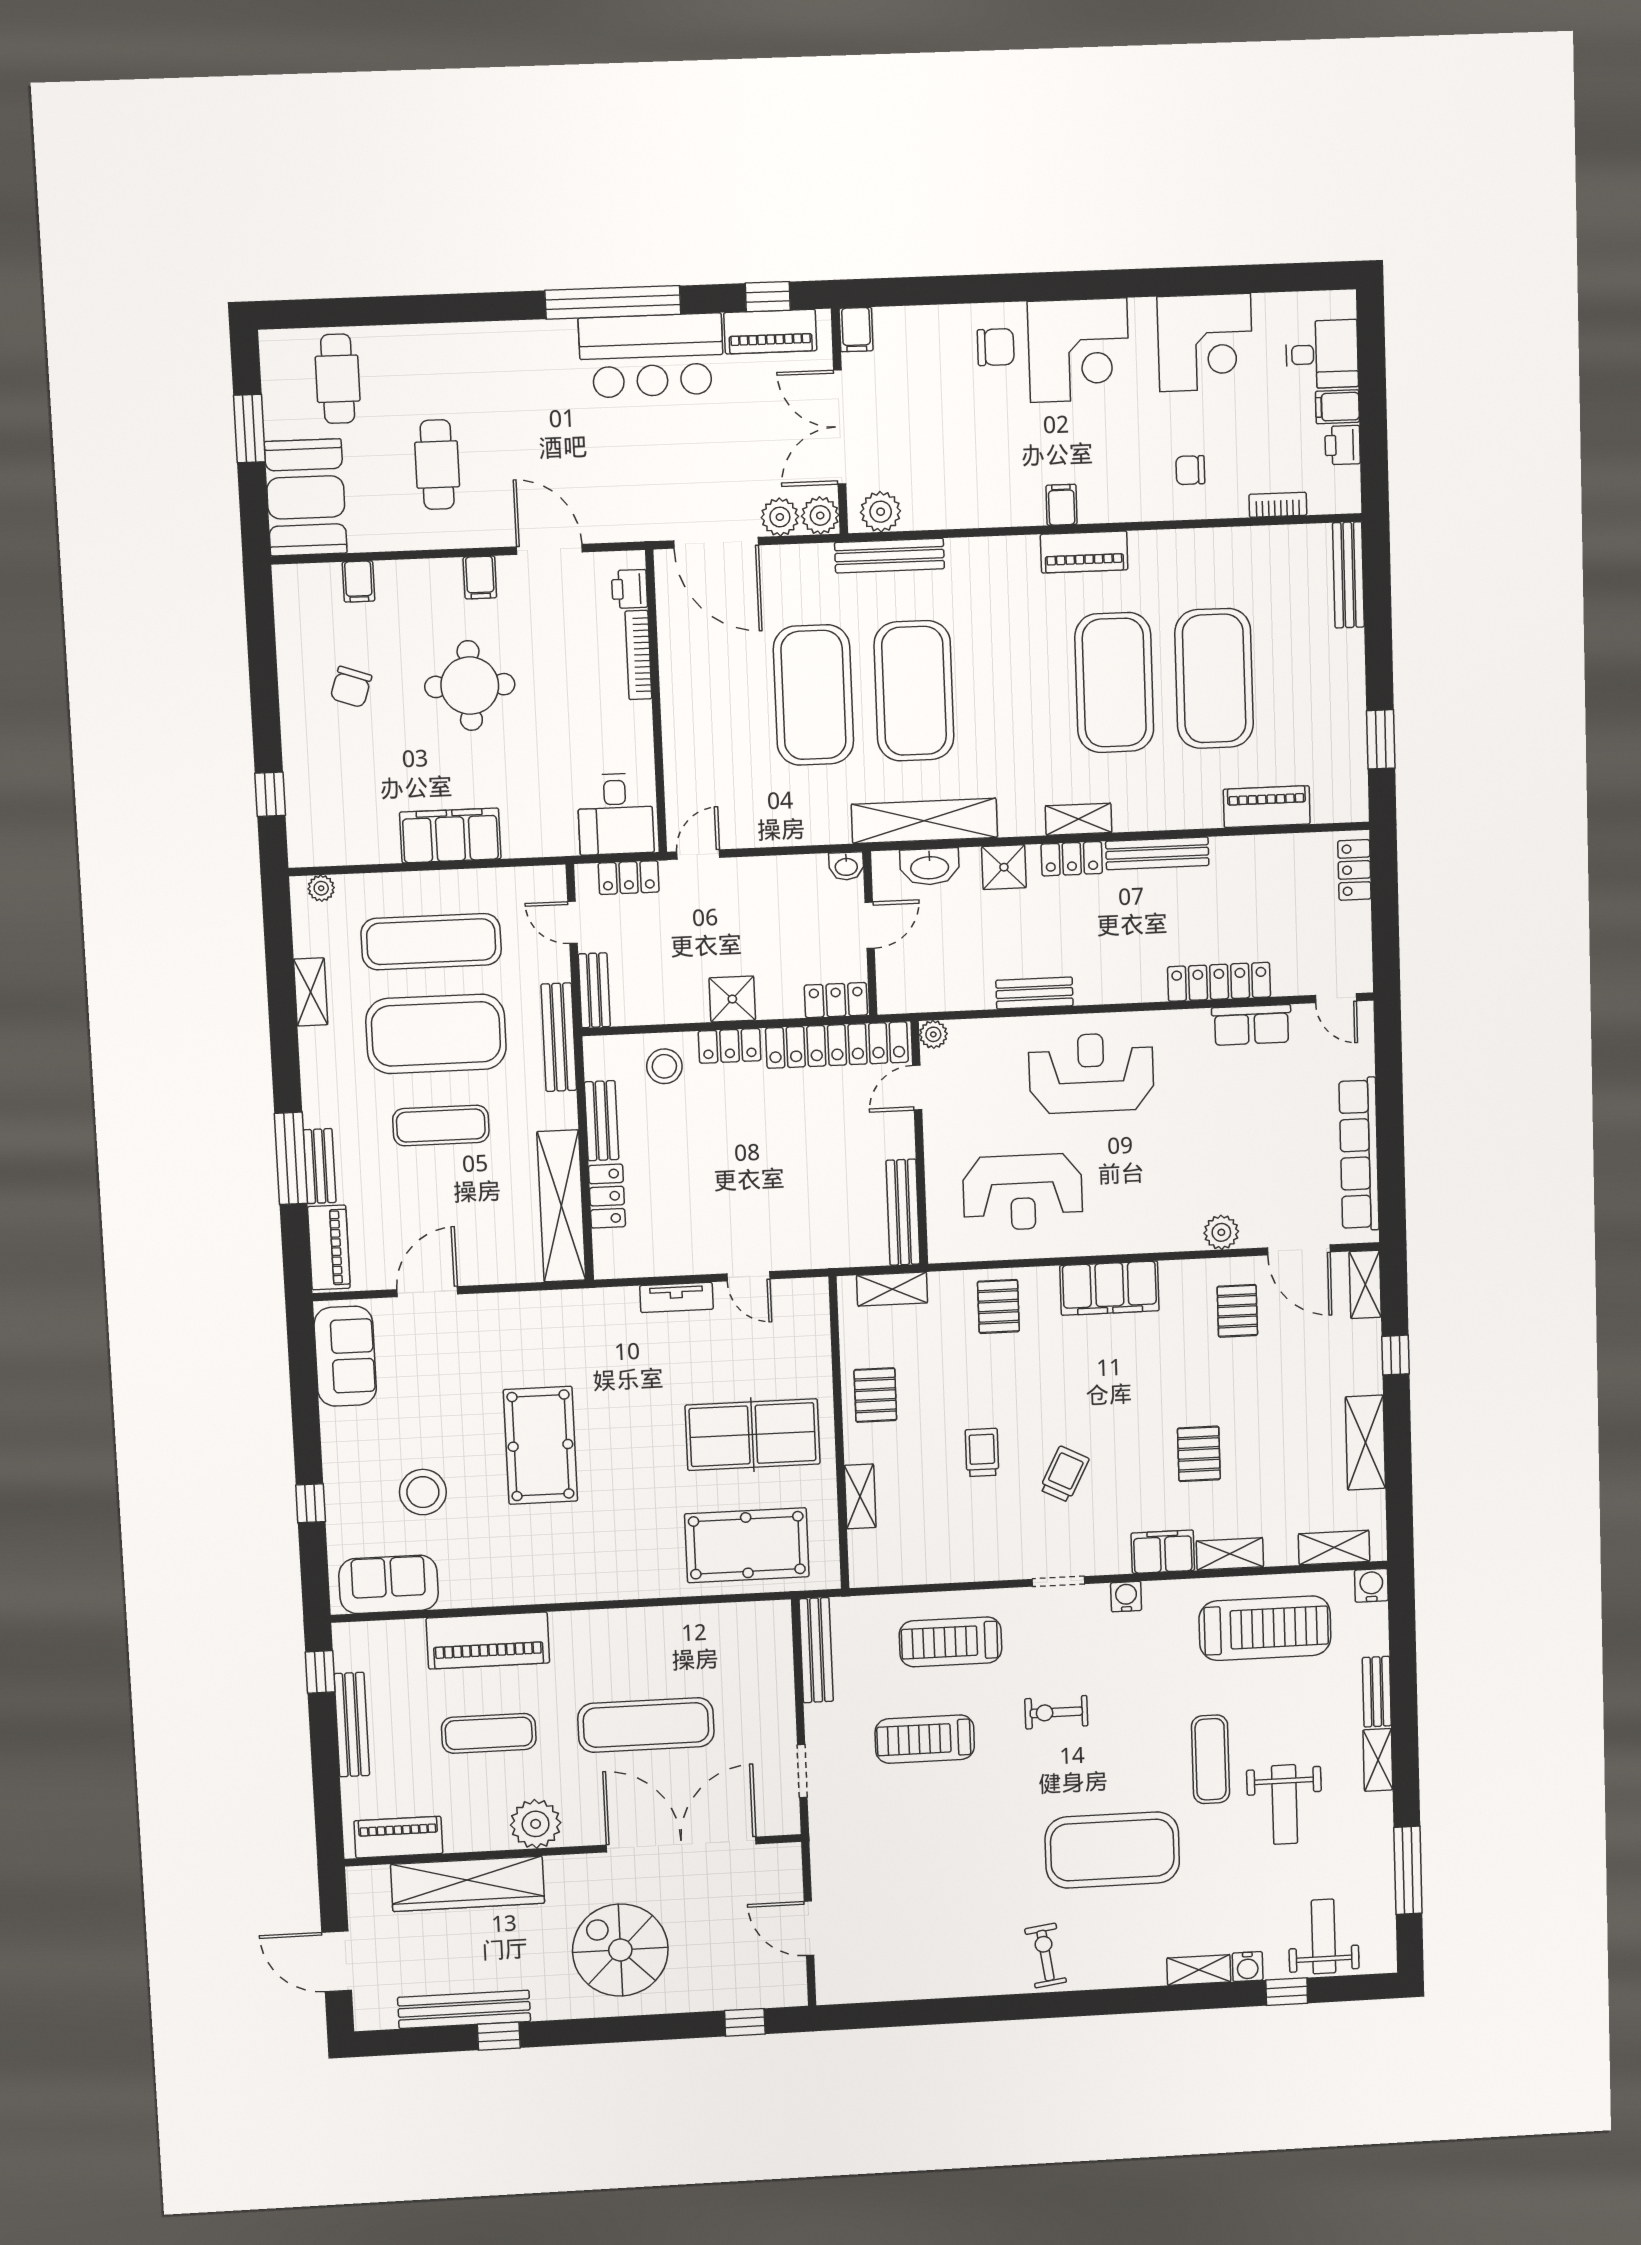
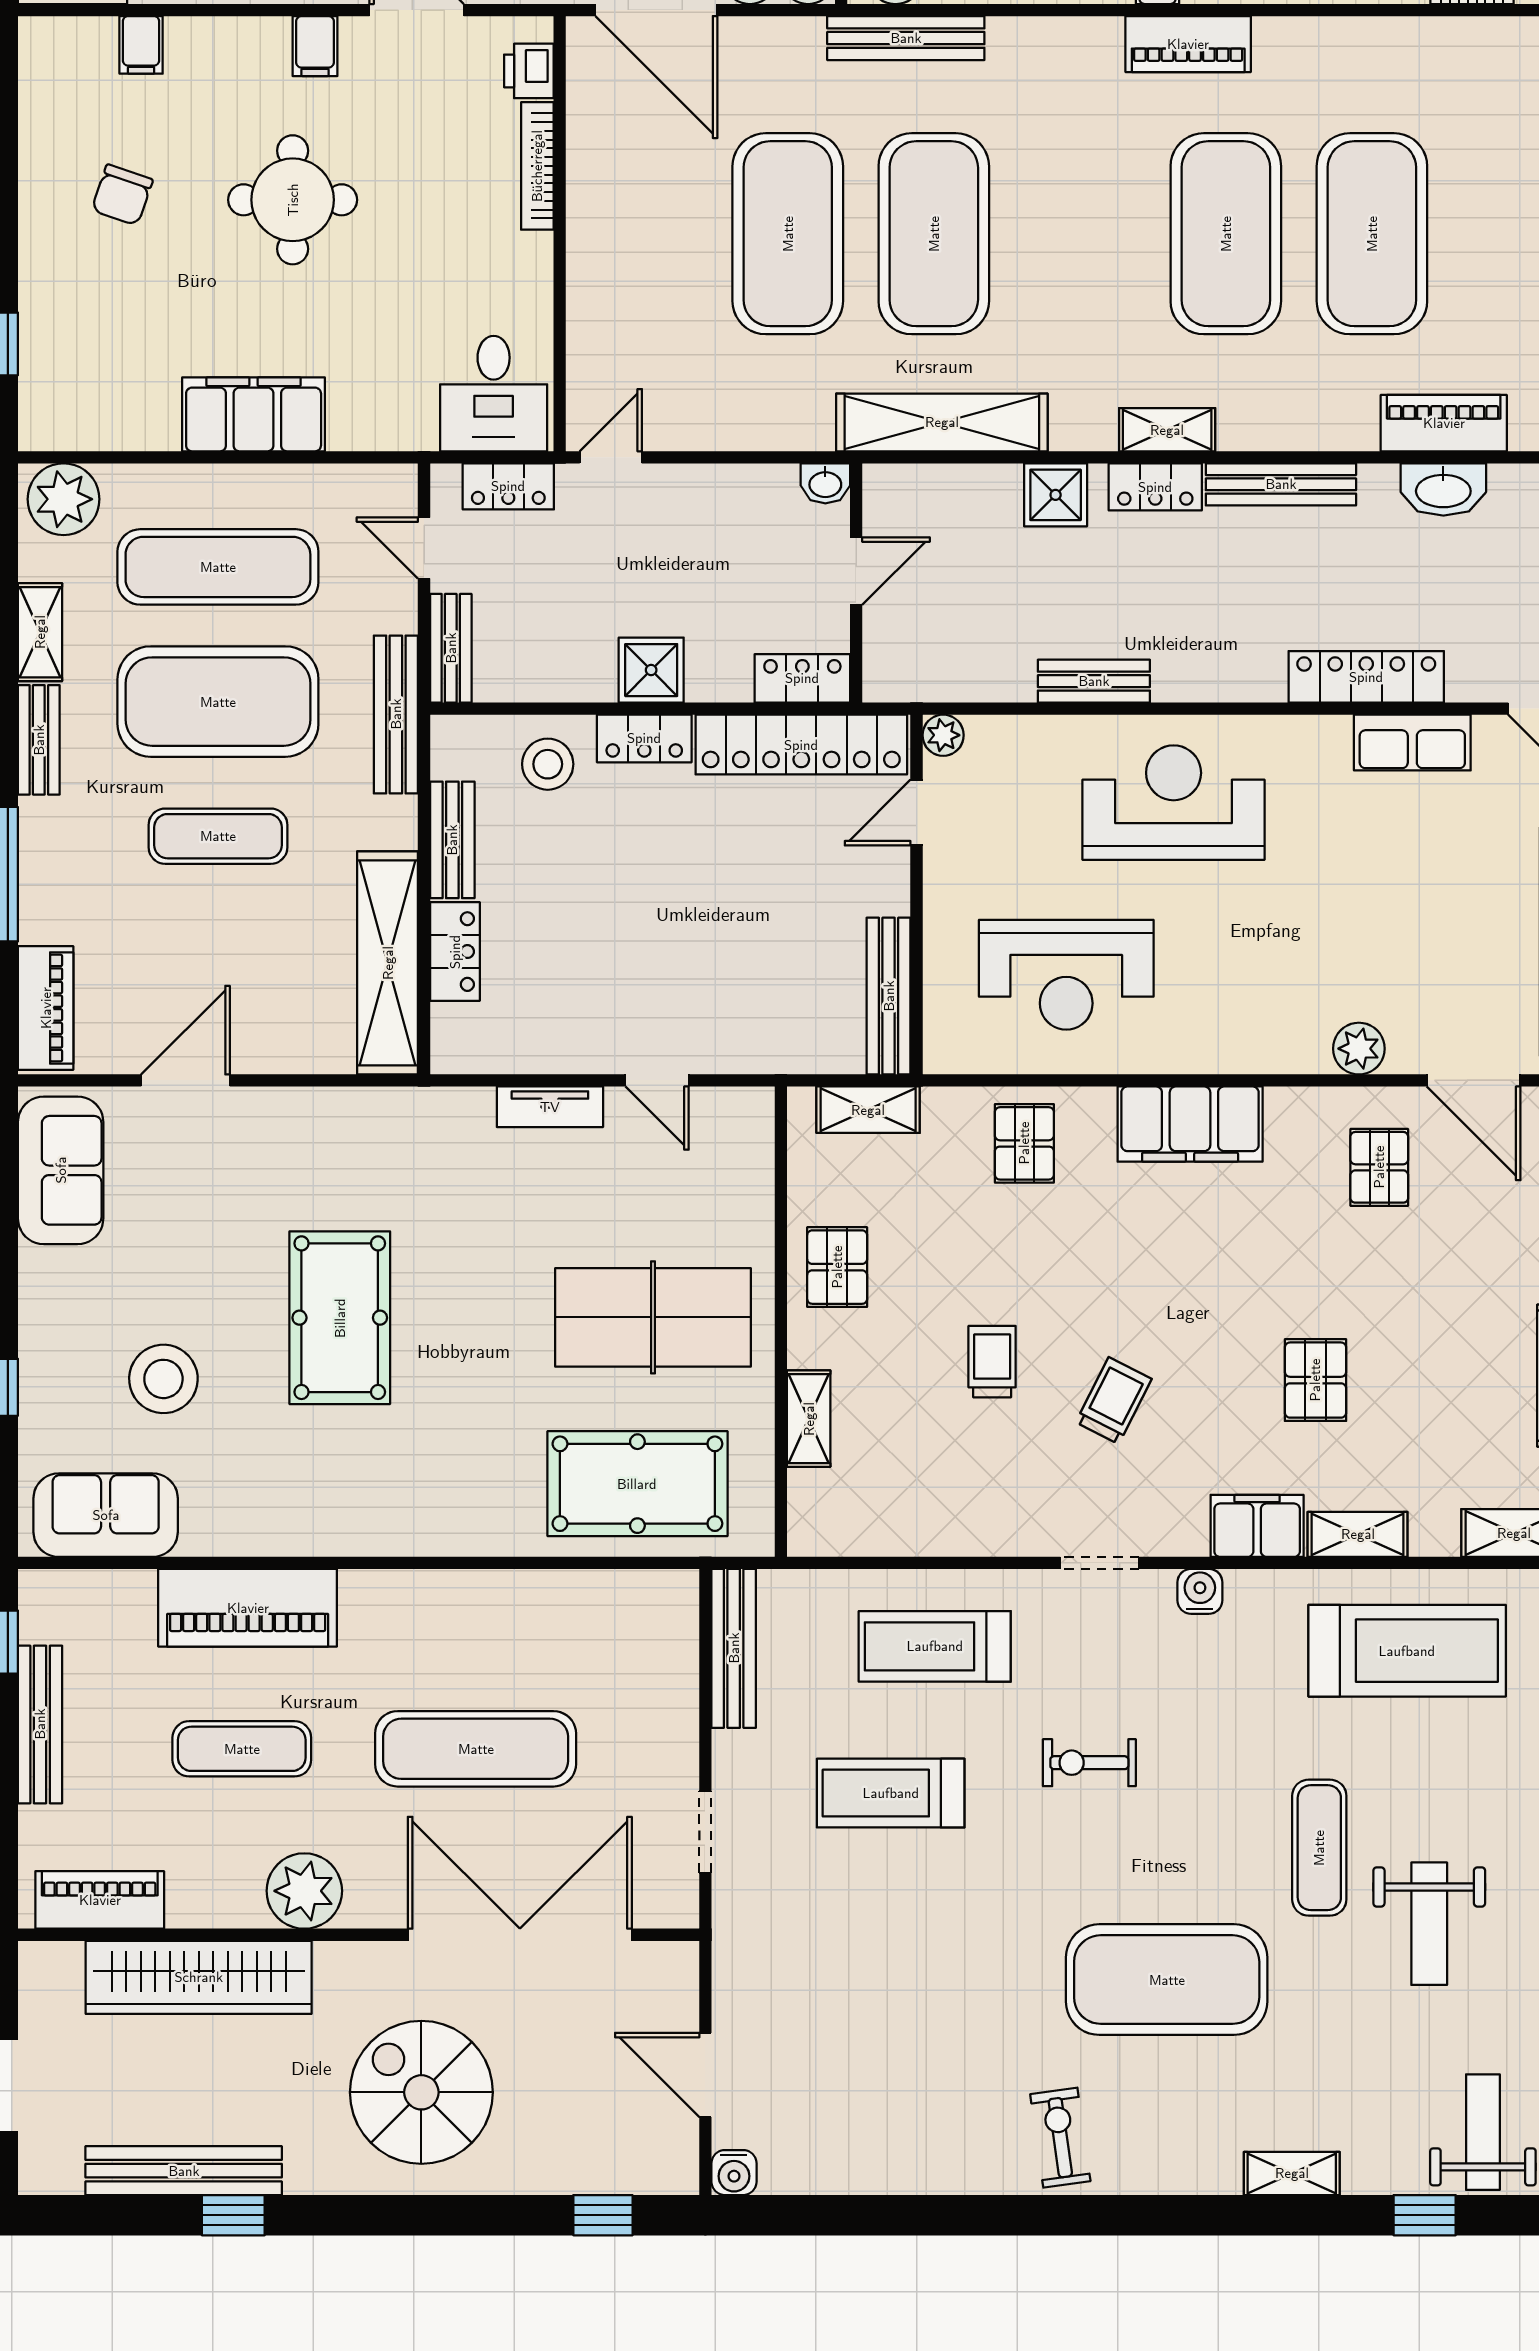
washbasin: (930, 867) -> (1443, 489), moved
plant: (321, 888) -> (64, 499), width x1.88, depth x1.88
bench: (320, 1166) -> (39, 740), moved
water cooler: (1248, 1967) -> (734, 2173), moved

